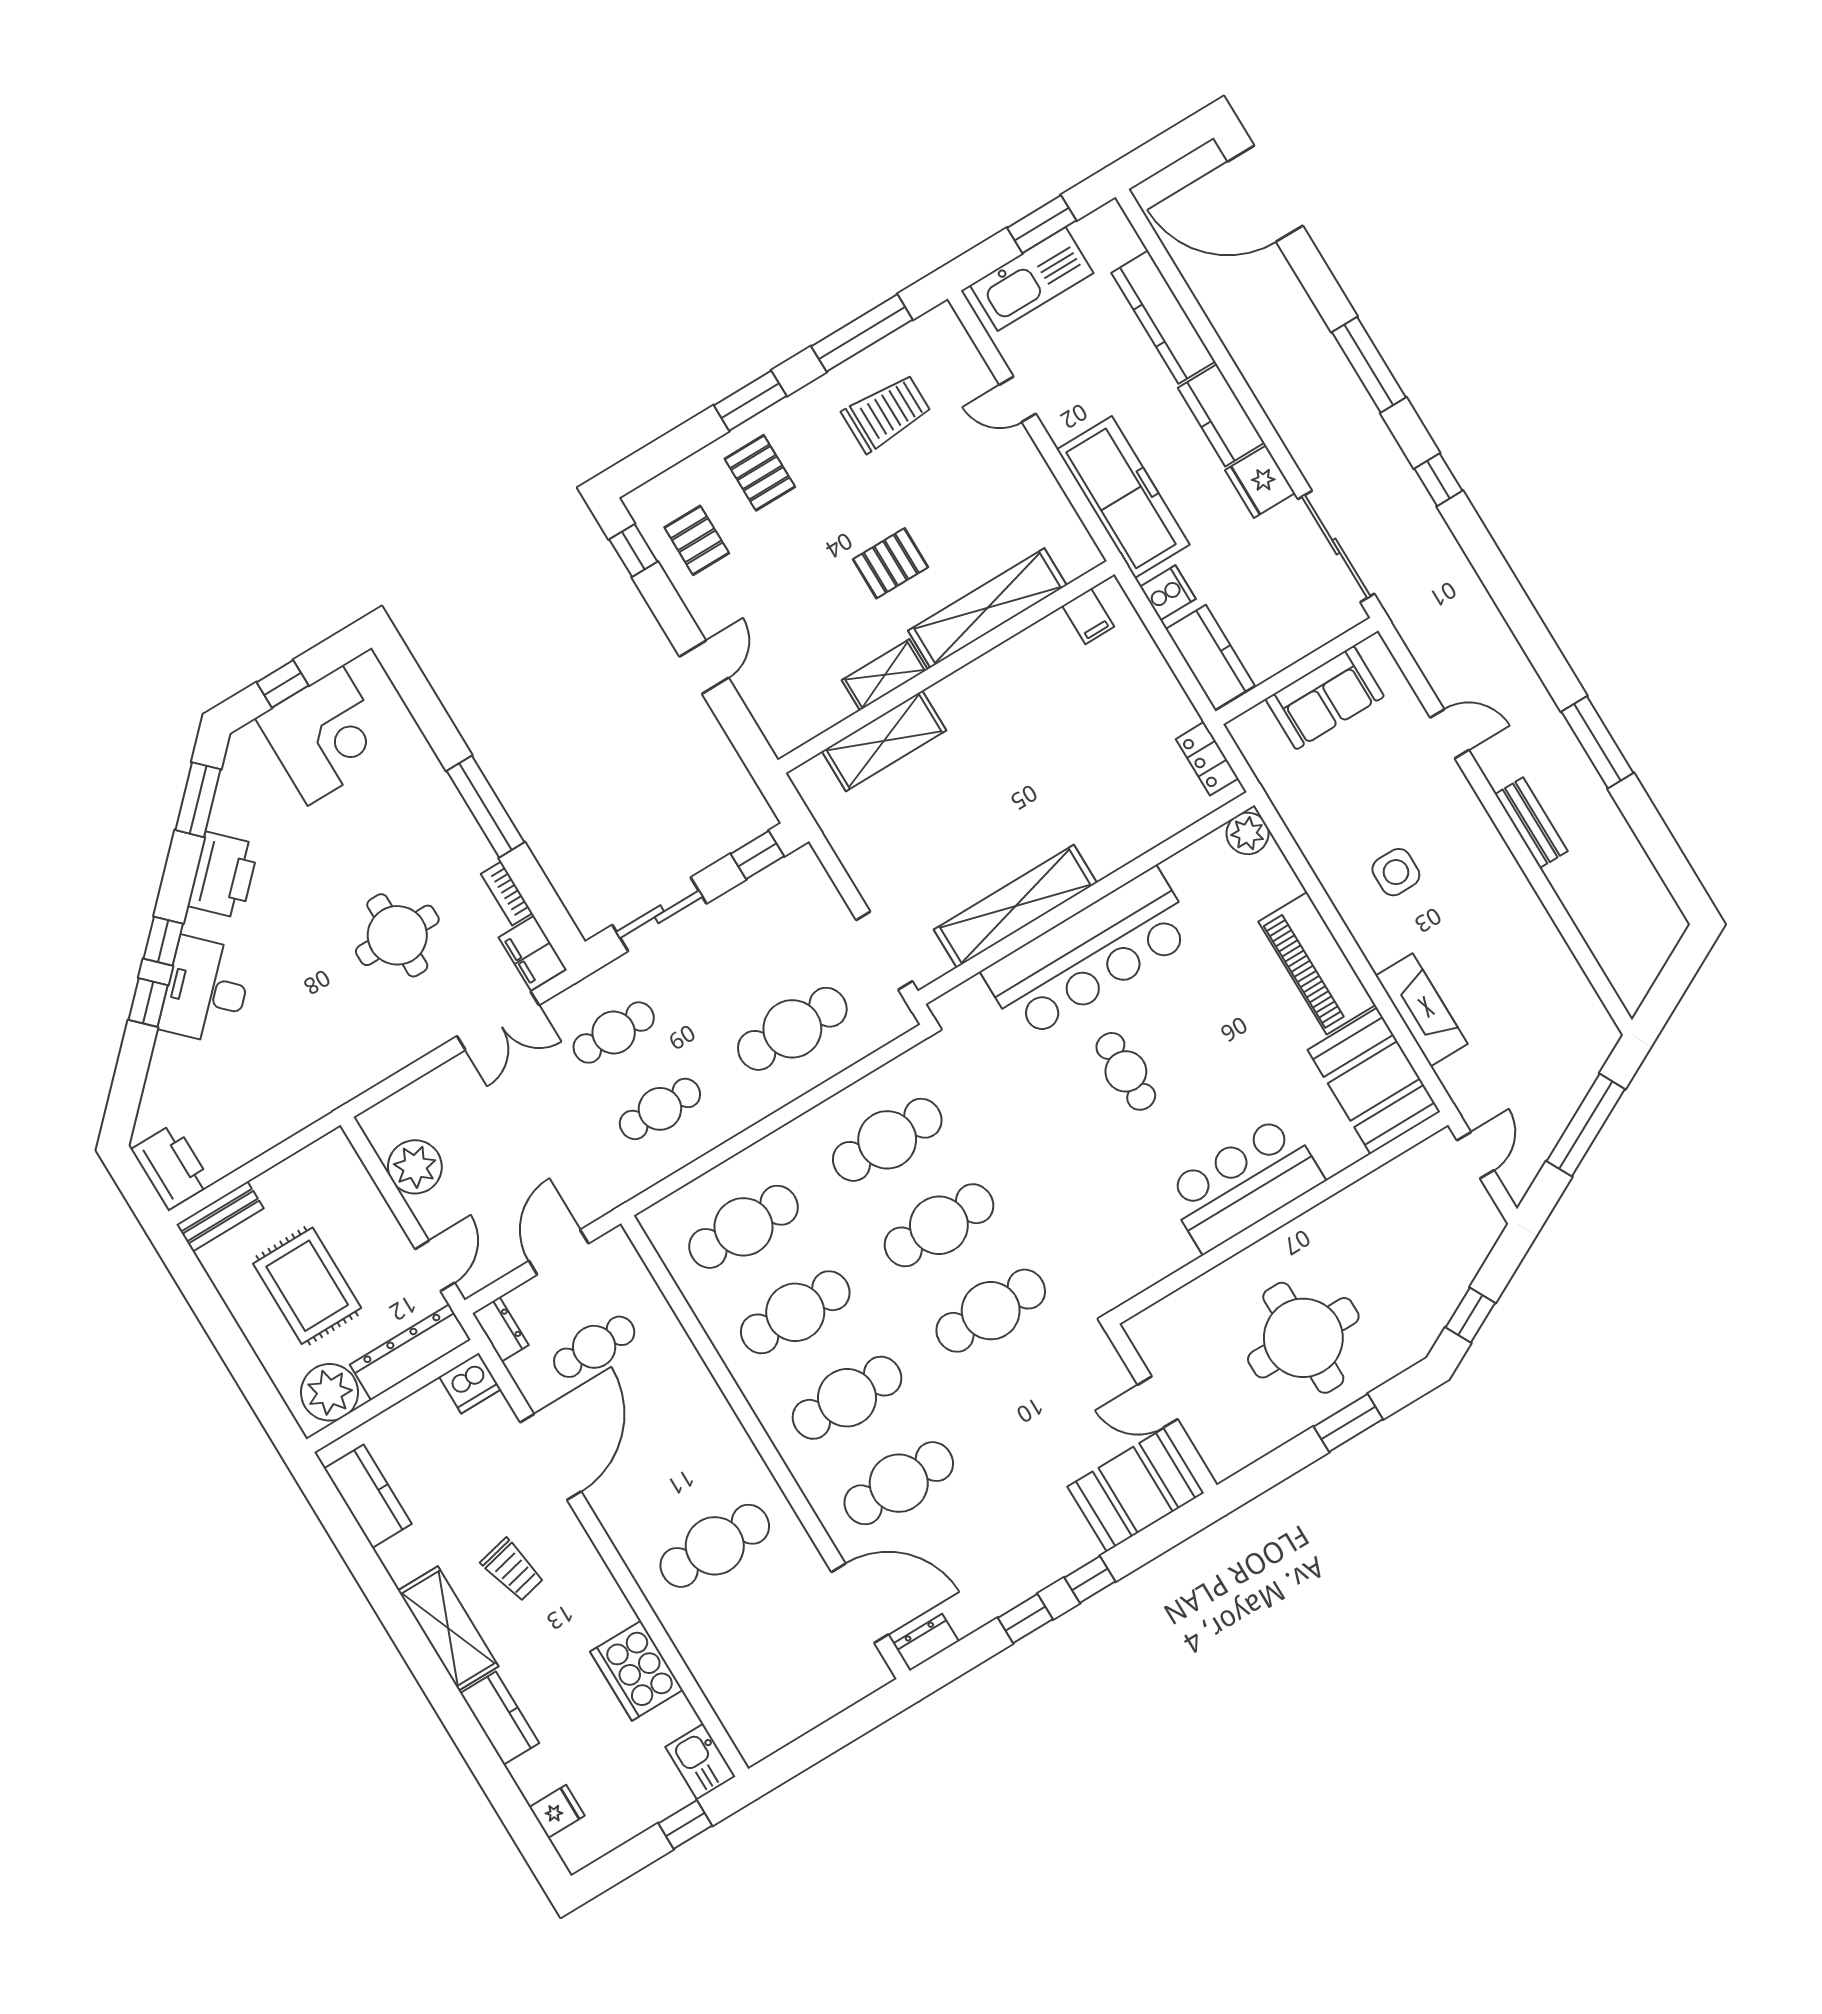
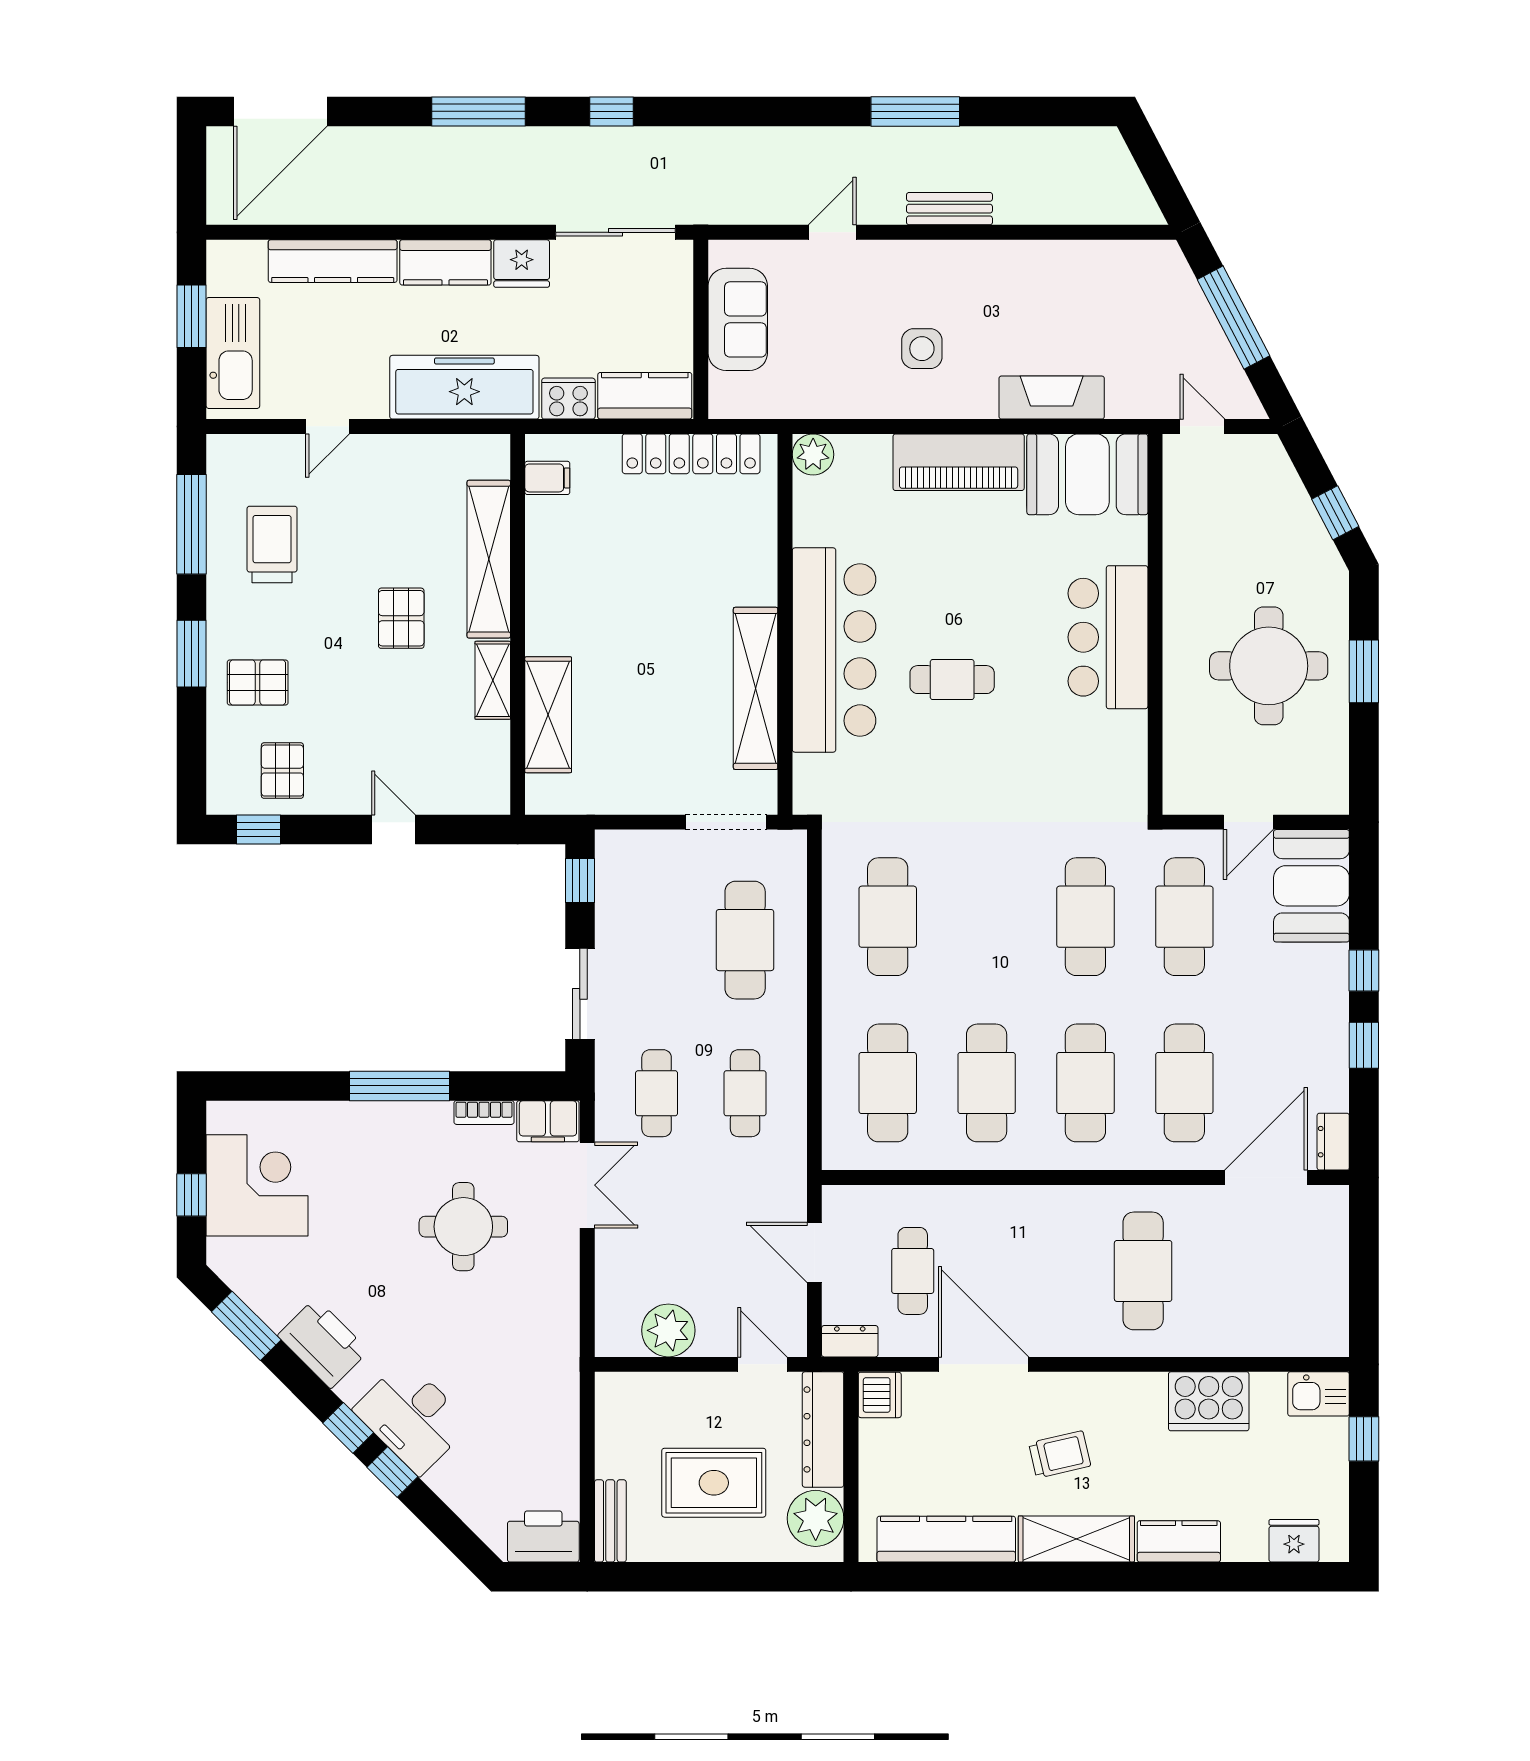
pallet: (697, 540) -> (282, 771), turned 90
cooker: (1168, 593) -> (568, 399), width x1.36
locker: (1207, 759) -> (691, 454), width x2.16, depth x1.21
cafe table: (939, 1225) -> (1184, 917), moved
kitchen counter: (368, 1496) -> (946, 1539), width x1.50
fridge: (557, 1811) -> (1294, 1541), width x1.38

